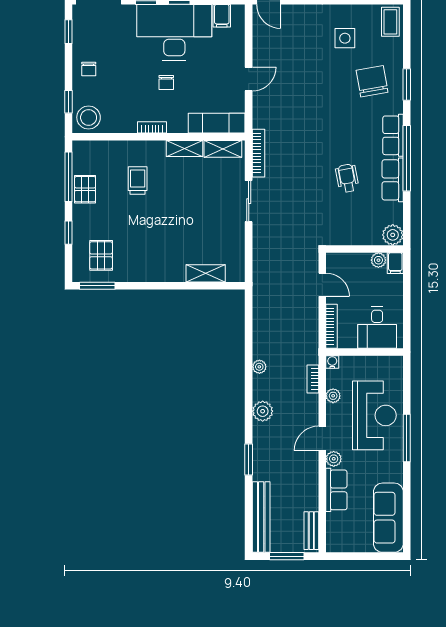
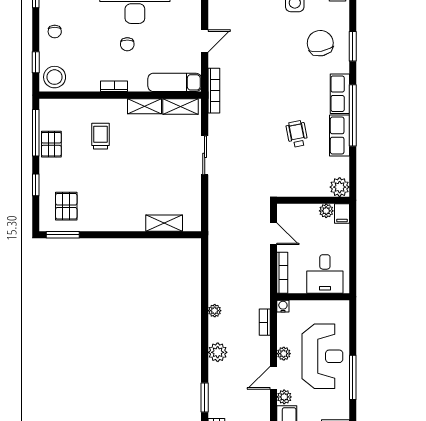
bookcase: (258, 153) -> (214, 91), moved
plant: (333, 396) -> (284, 354), moved

